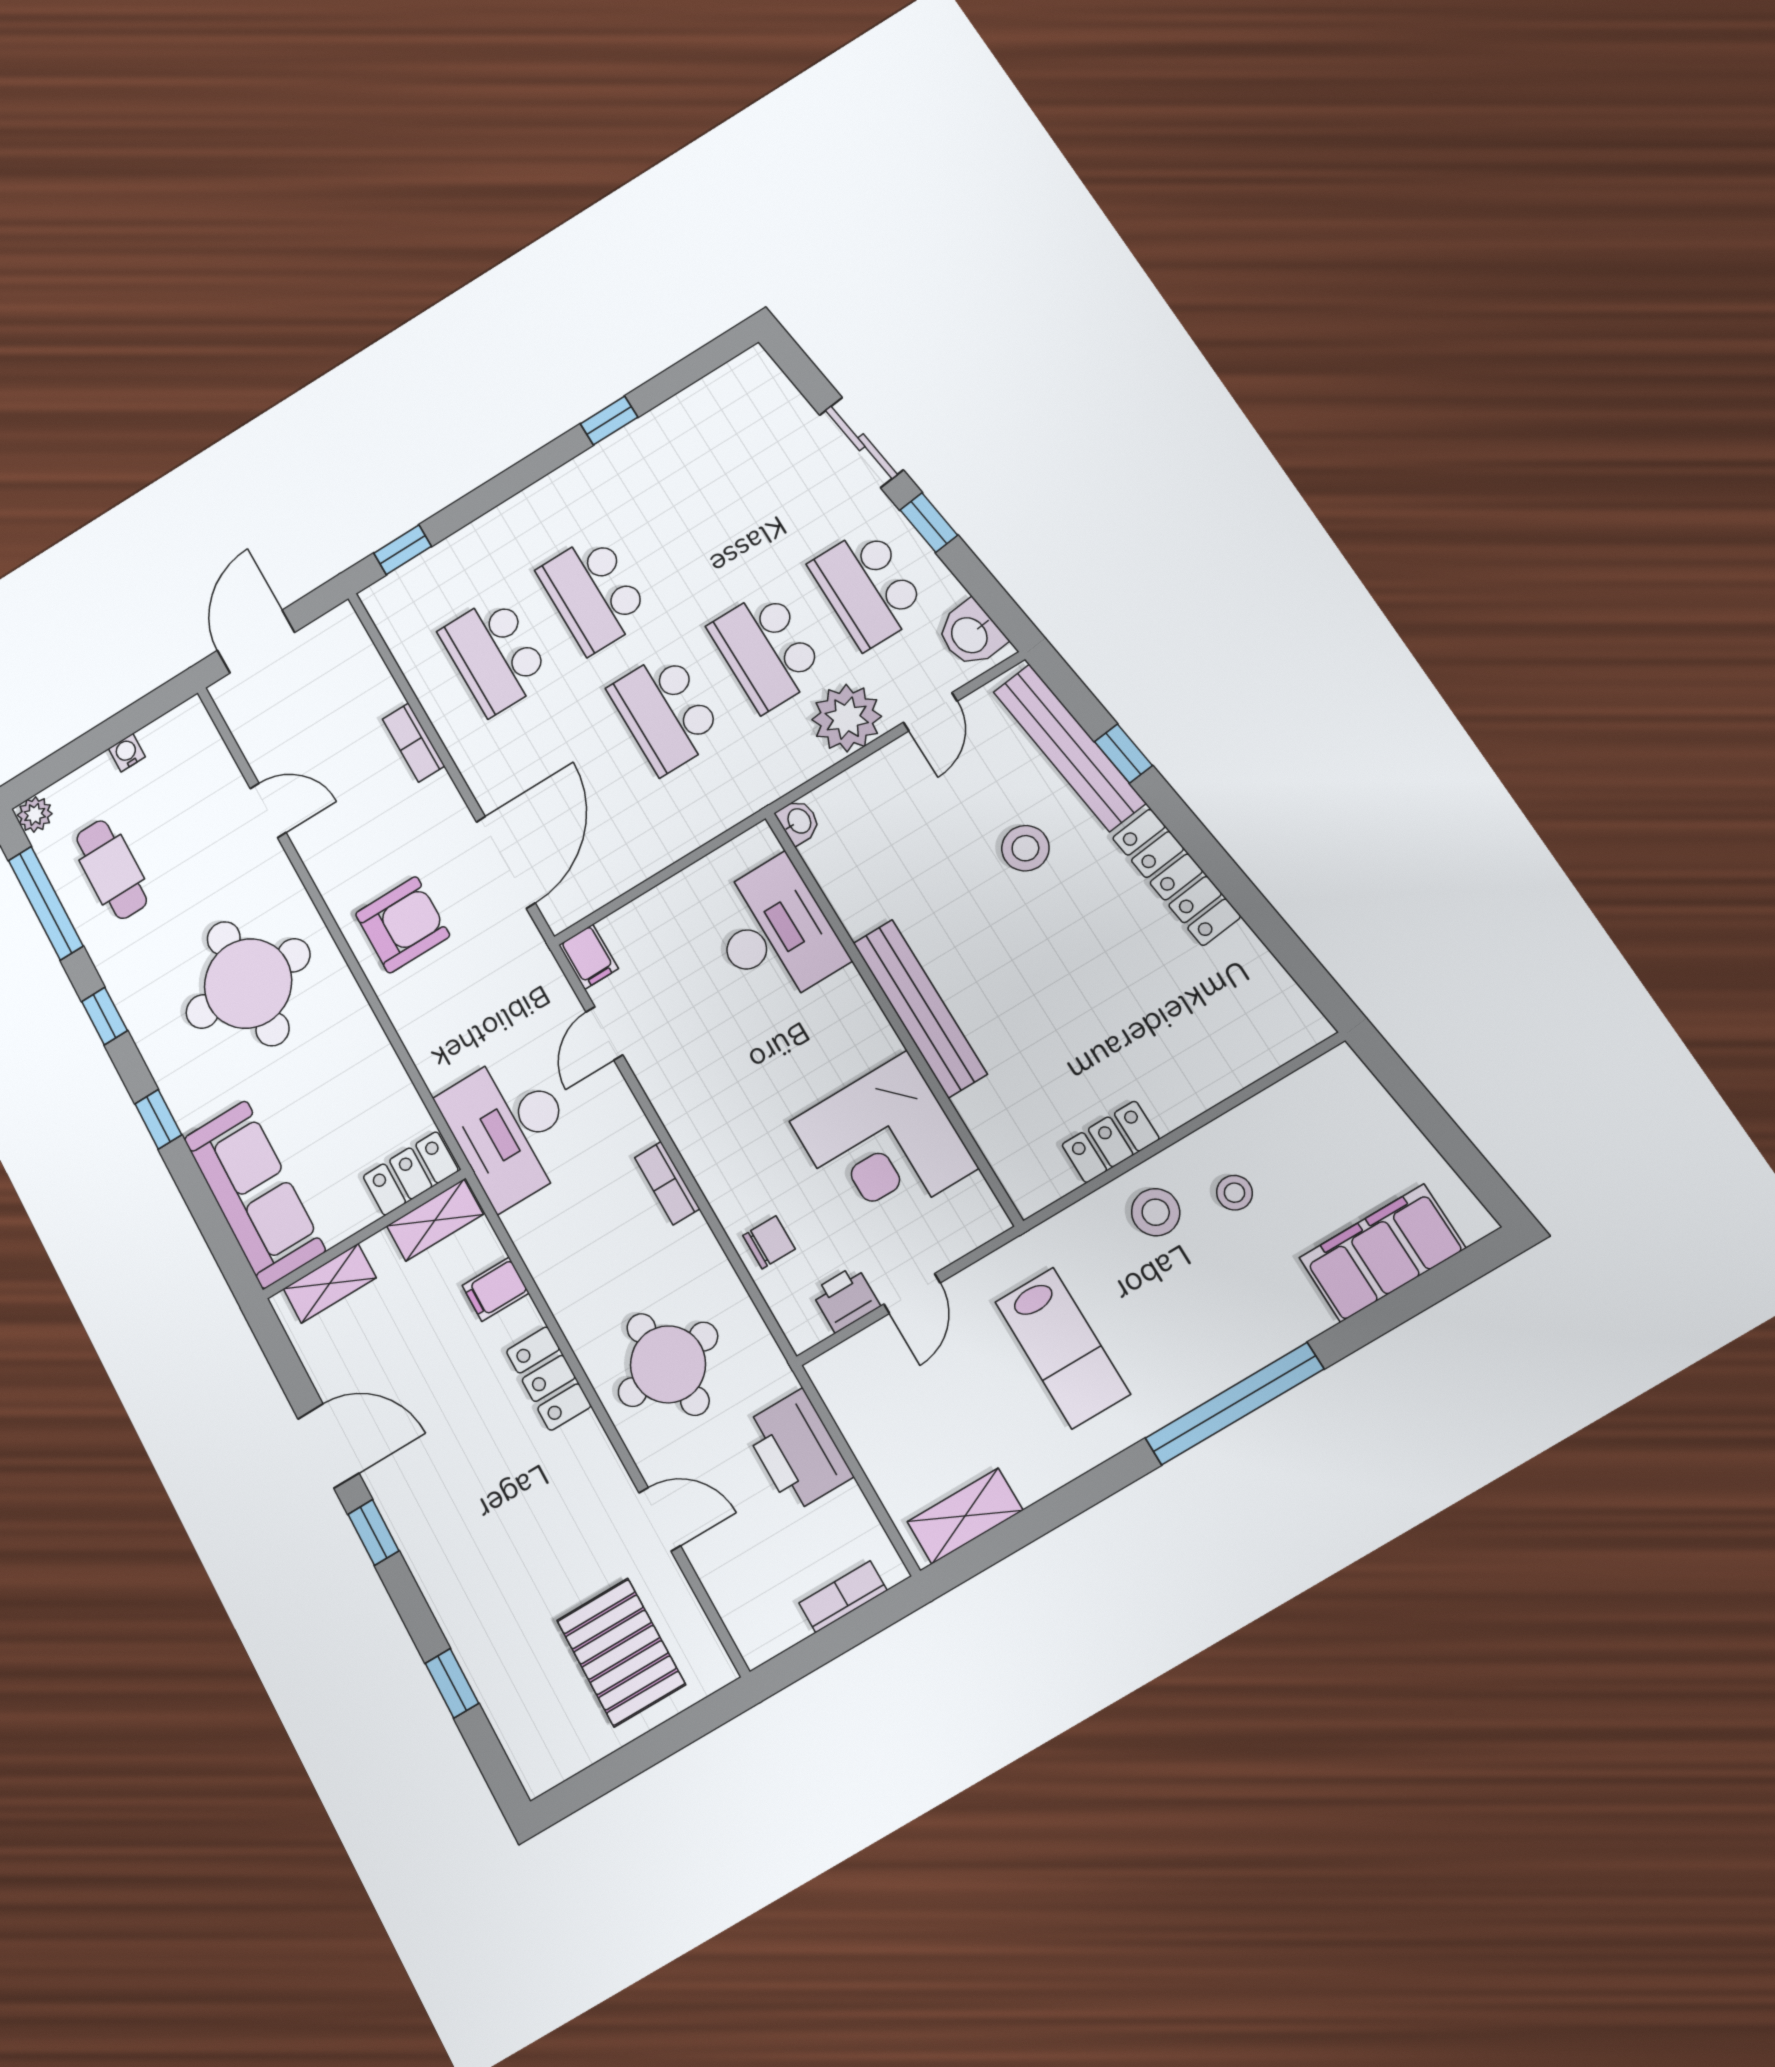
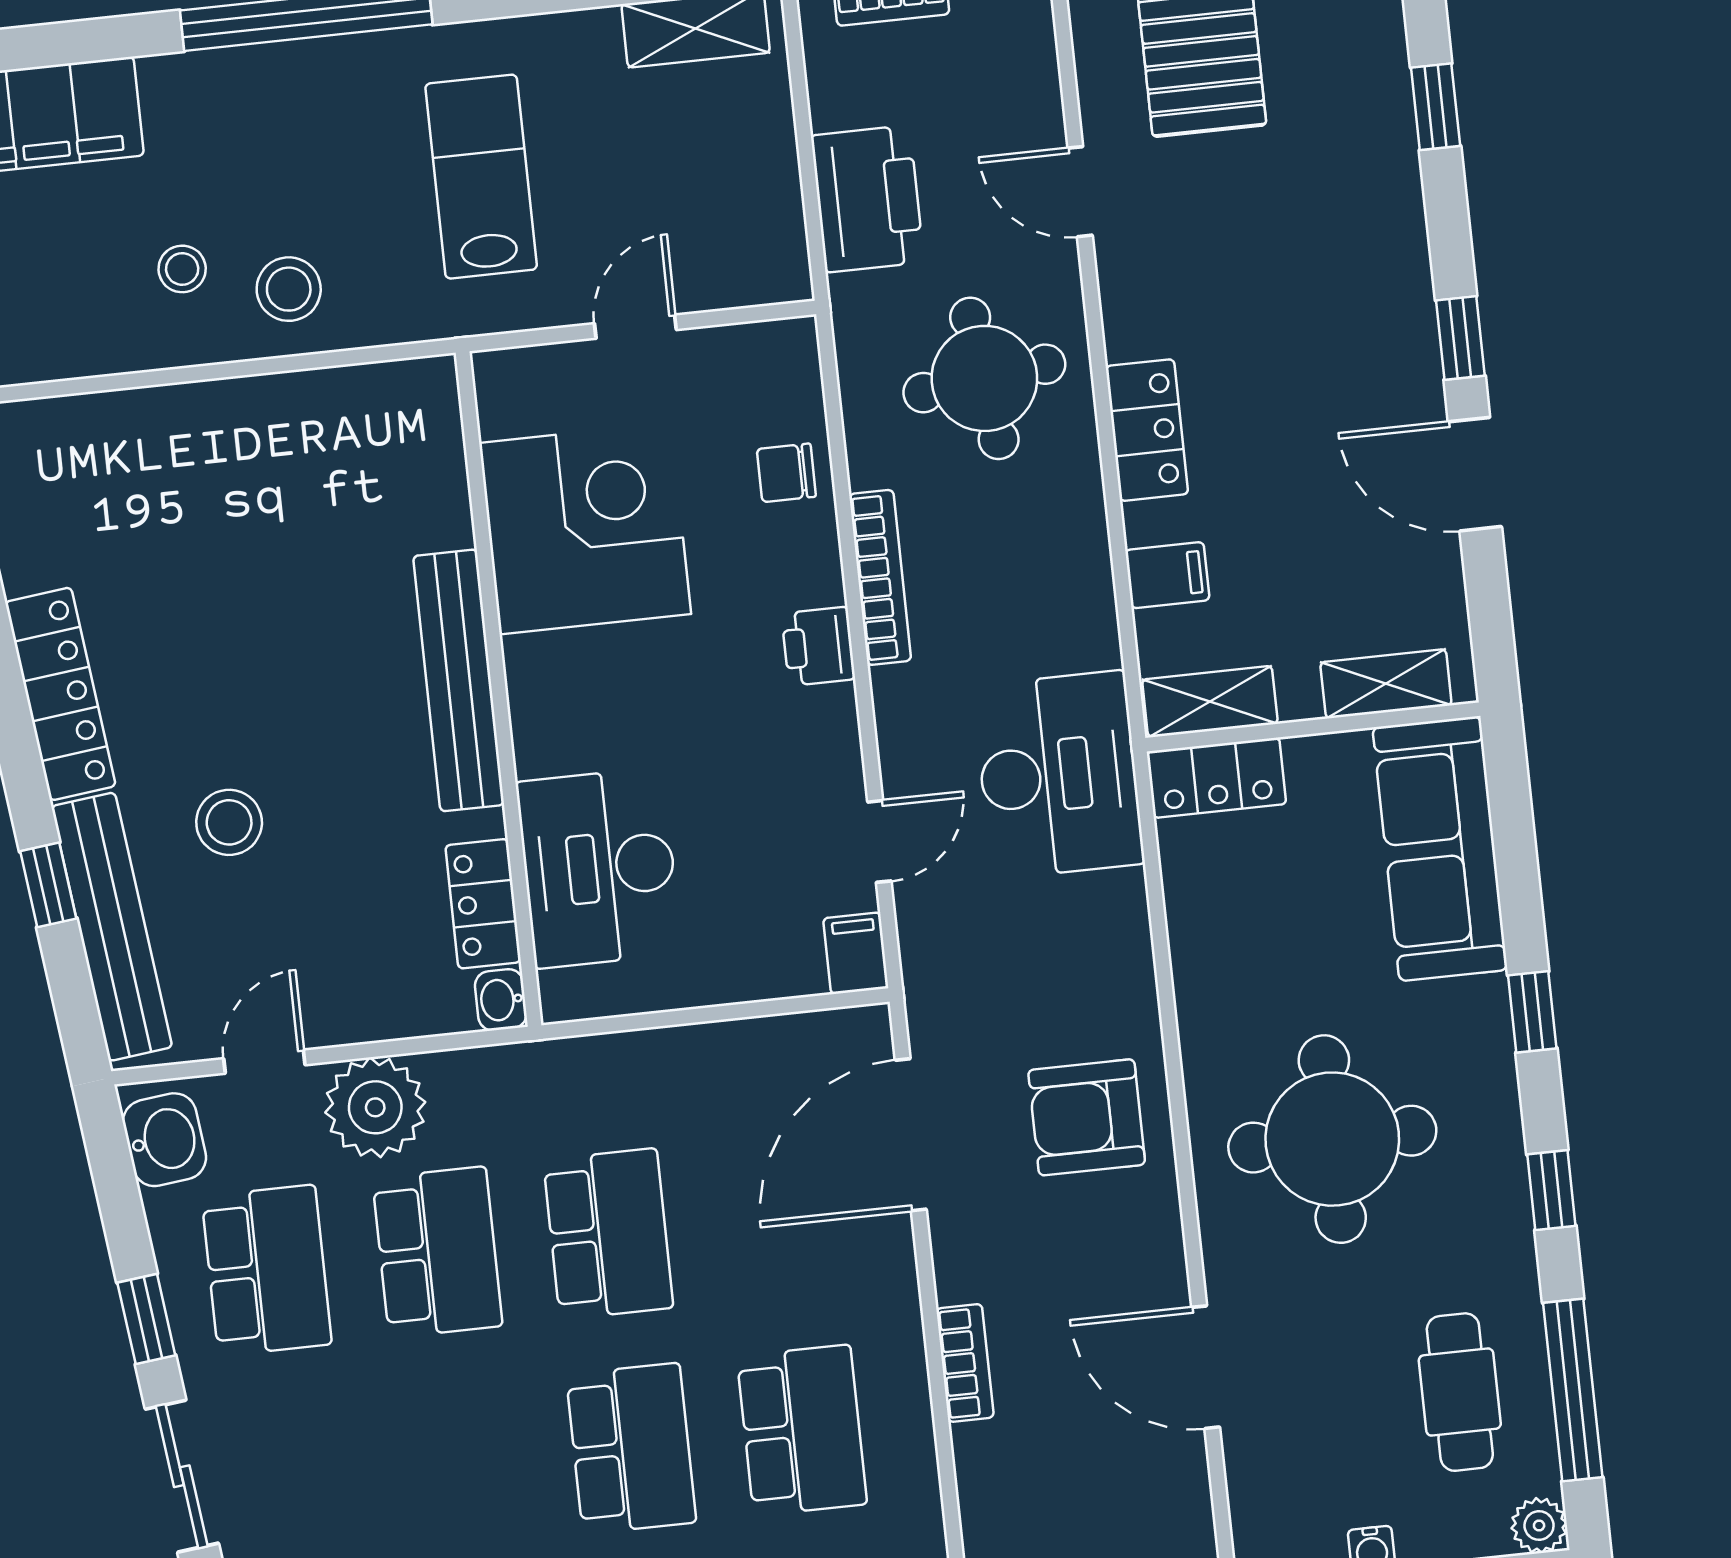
door: (268, 810) -> (1206, 1367), width x1.38
locker: (1111, 1142) -> (483, 904), moved, turned 90
bookcase: (667, 1183) -> (880, 577), width x1.56
printer: (846, 1299) -> (818, 646), moved, turned 90

